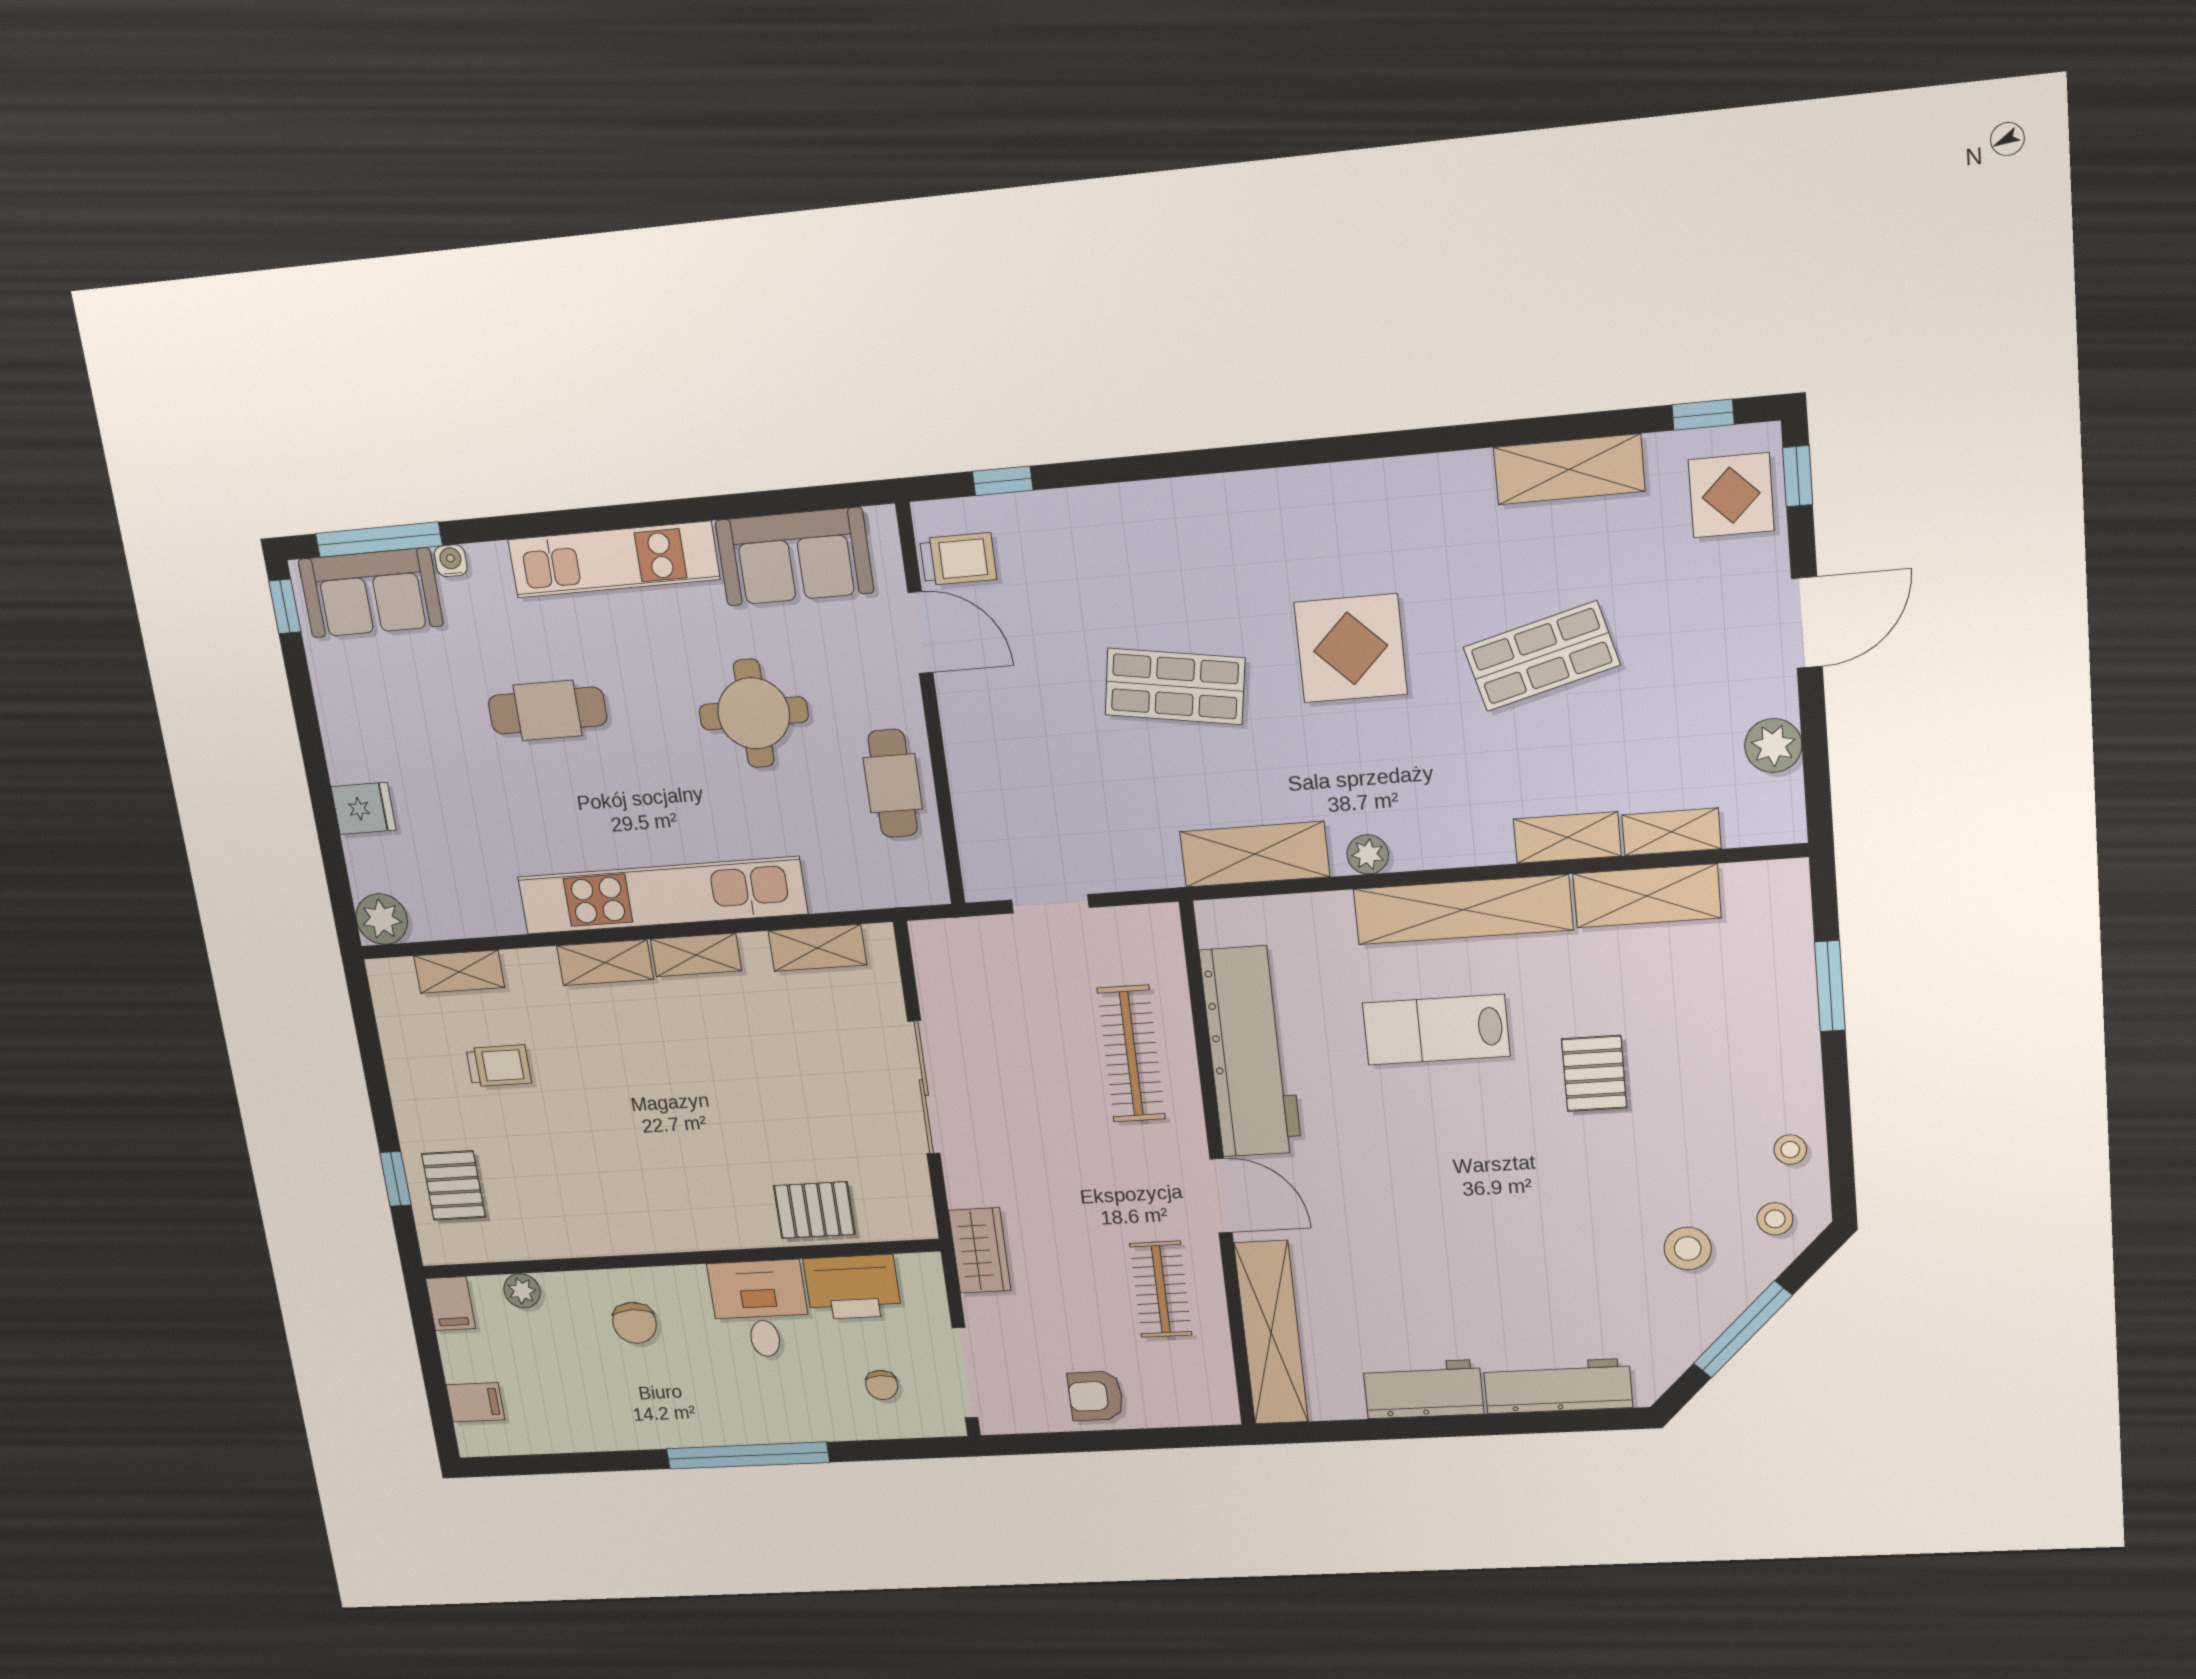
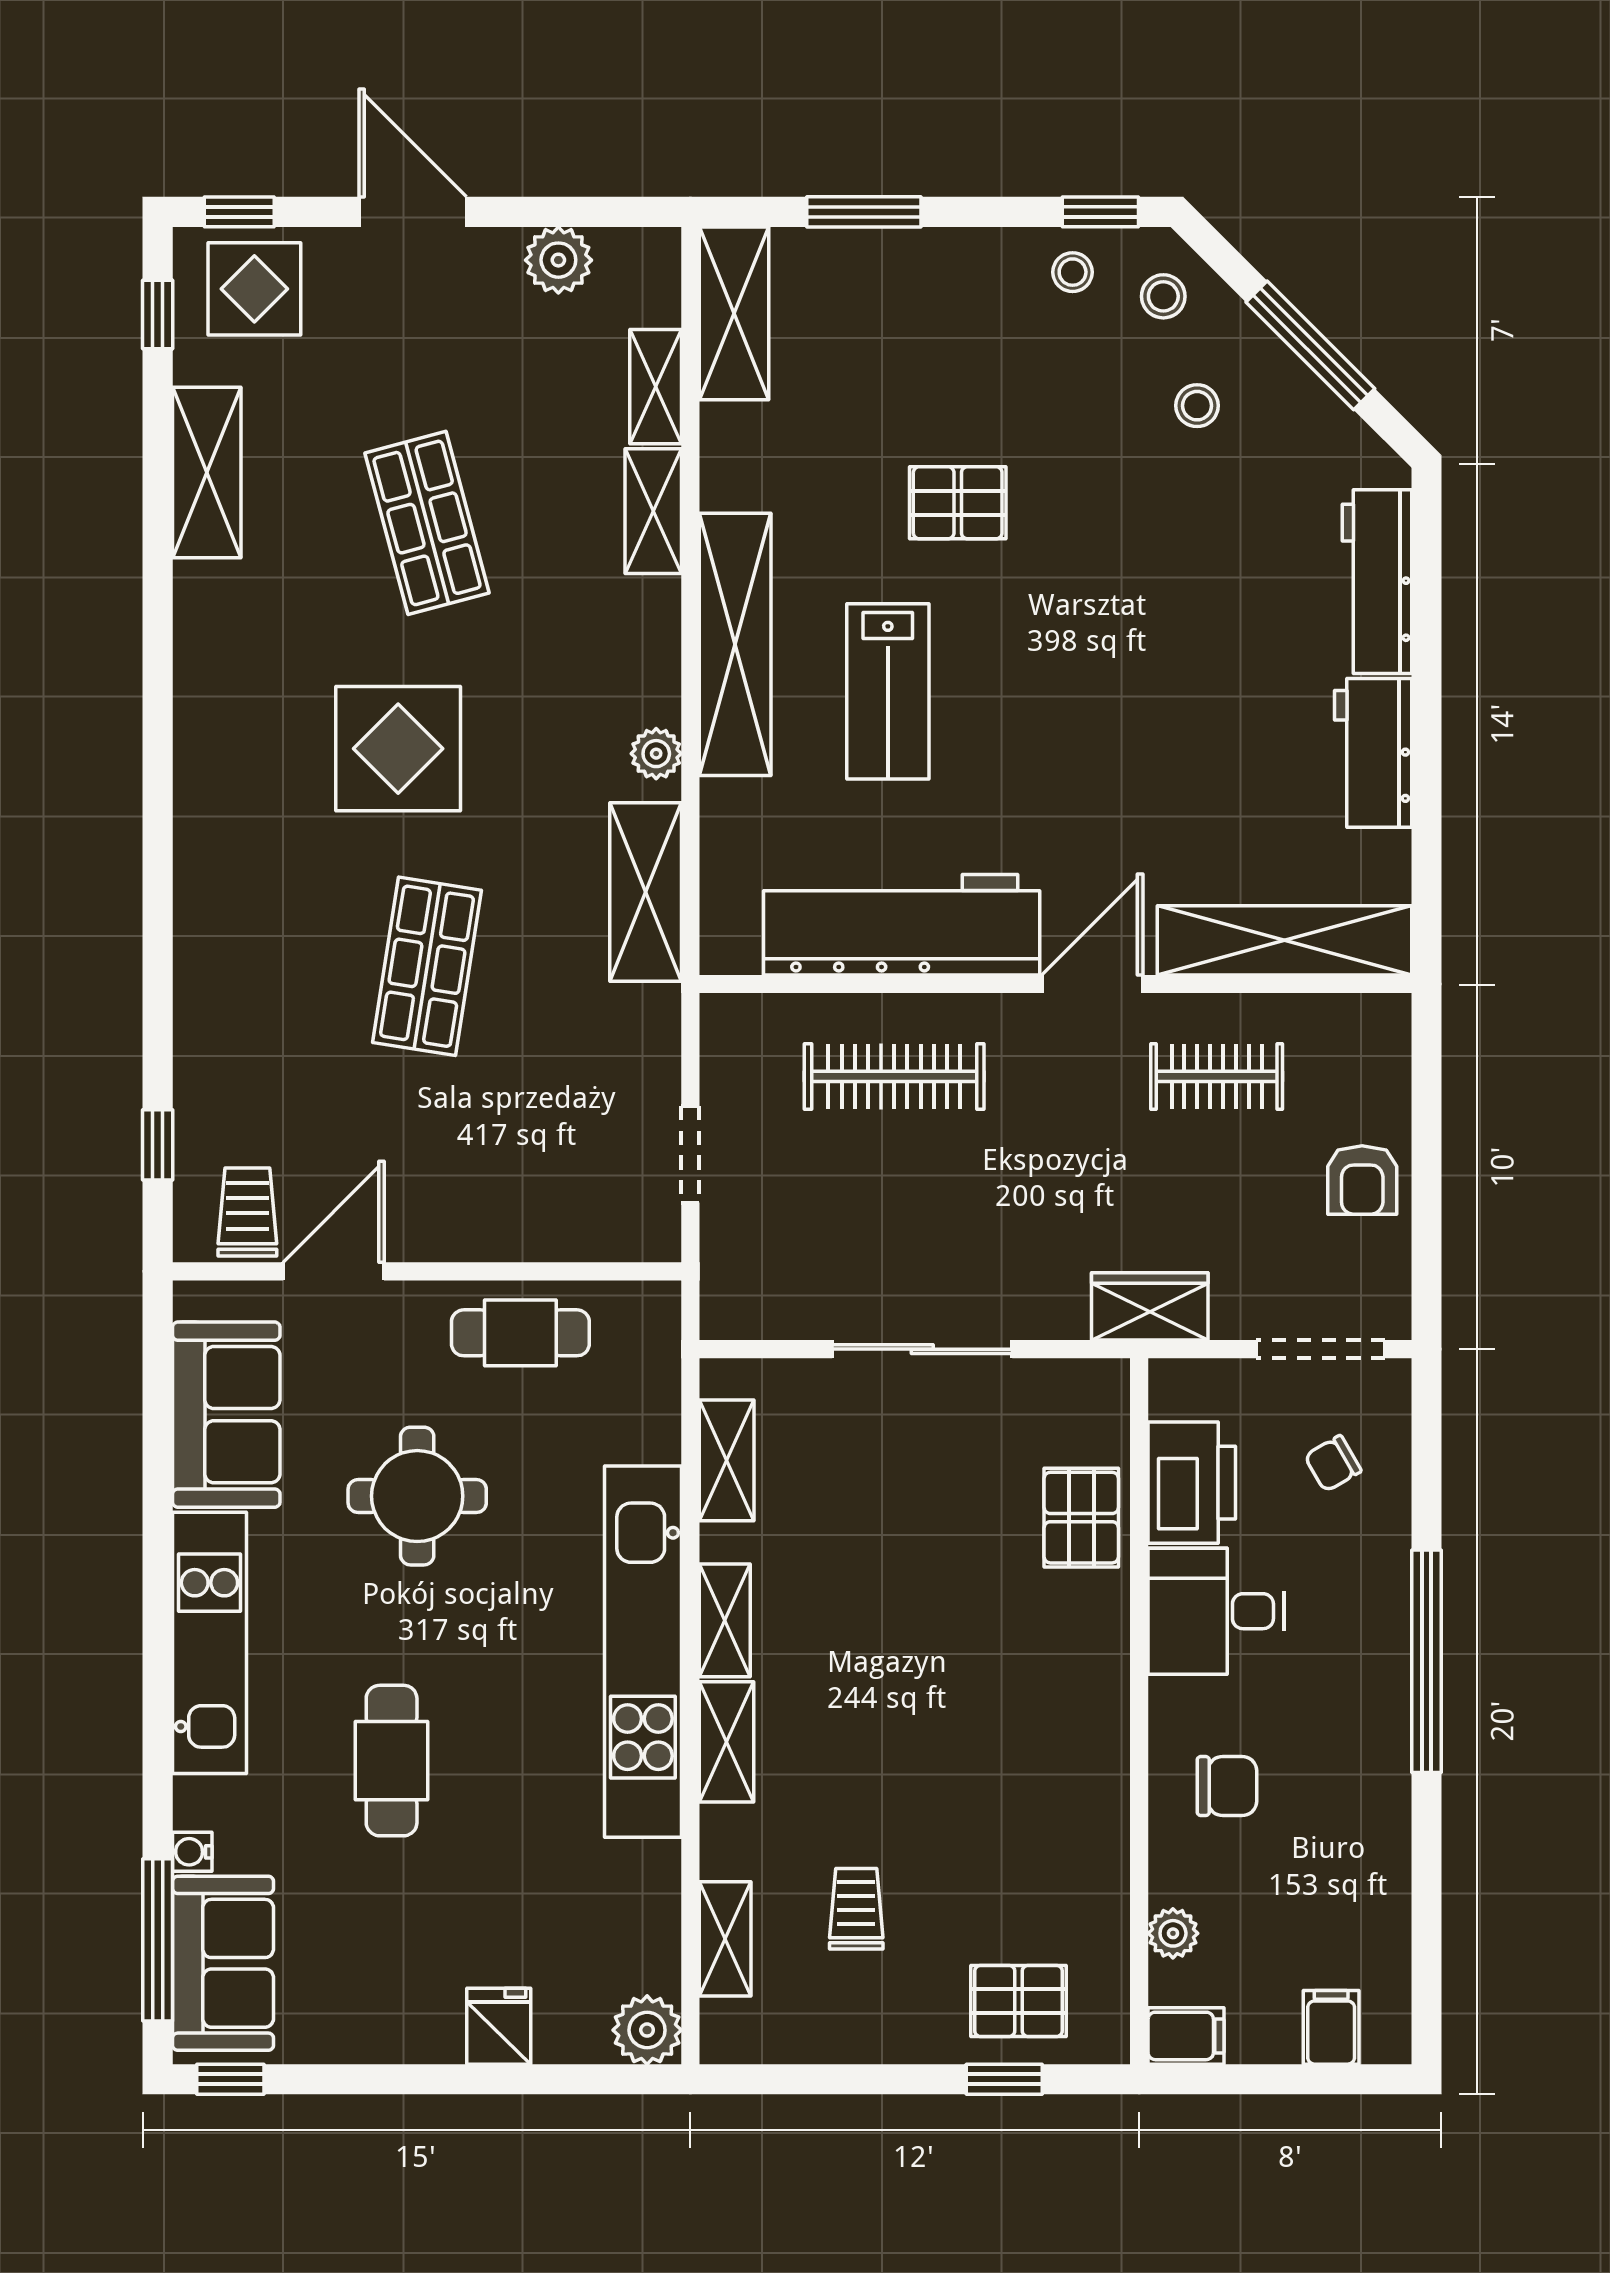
shelving: (1647, 896) -> (734, 313), moved
window: (1841, 1168) -> (1100, 212), added
stool: (1688, 1249) -> (1197, 406), width x0.73, depth x0.73
chair: (882, 1385) -> (1333, 1463), turned 150

